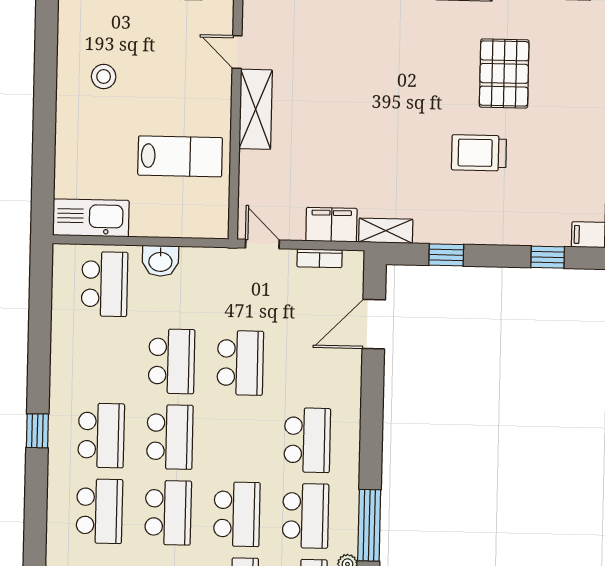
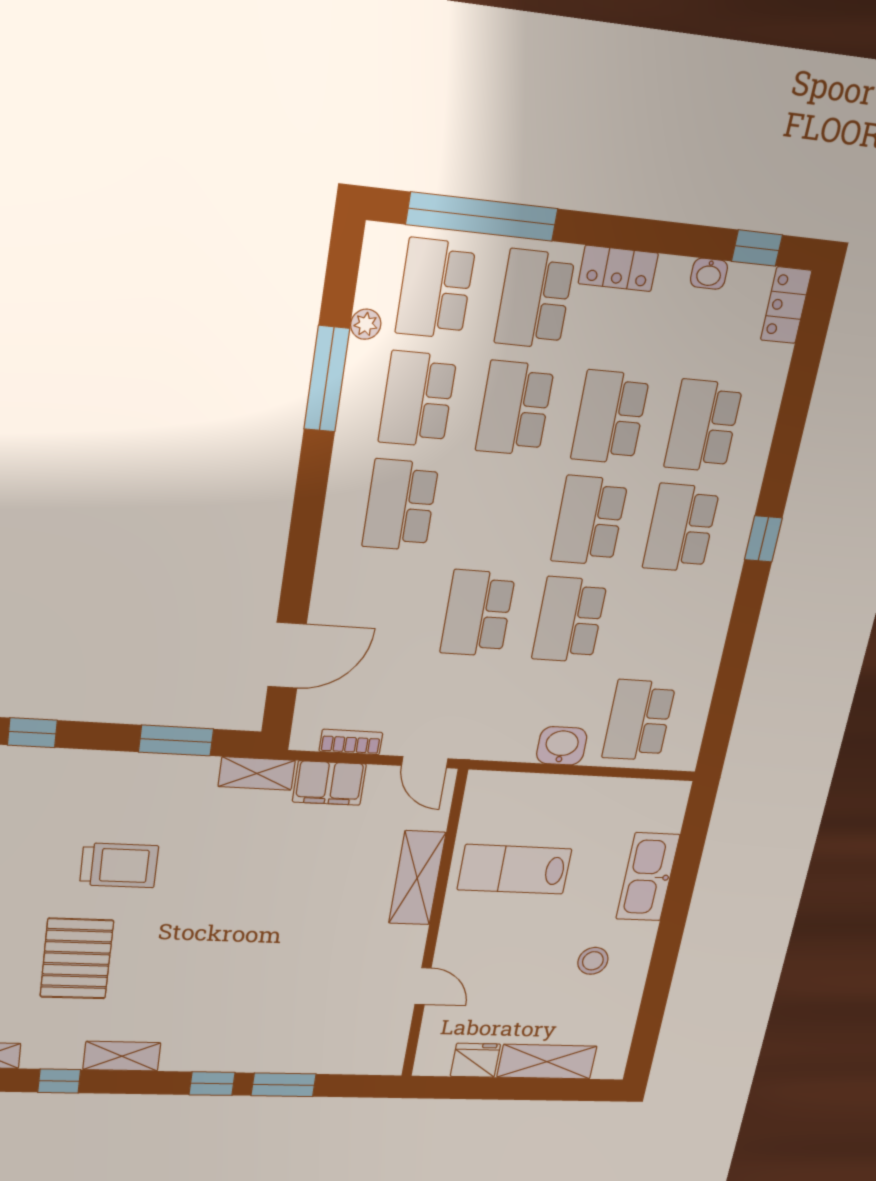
shelving: (256, 109) -> (417, 878), moved
kitchen sink: (91, 218) -> (648, 877), moved, turned 90
window: (446, 255) -> (176, 740), width x1.50

